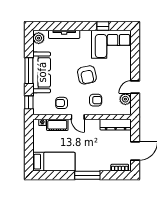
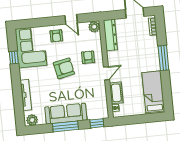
plant: (125, 99) -> (94, 27), moved
armchair: (62, 103) -> (56, 36), moved

